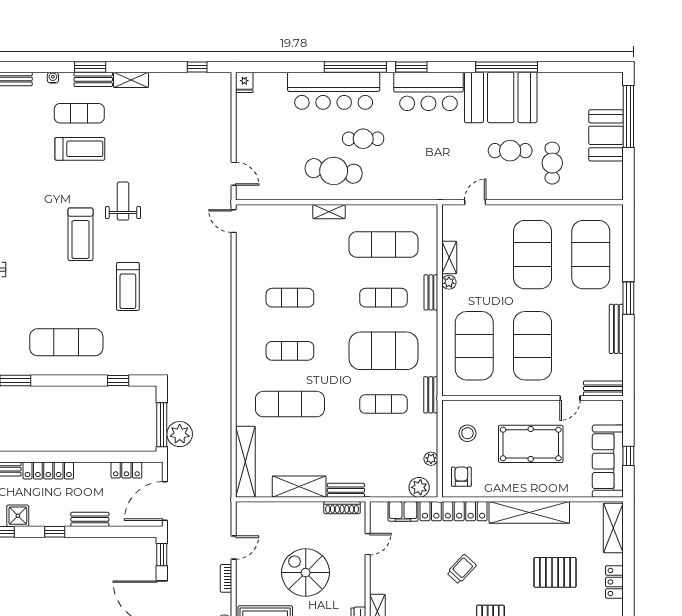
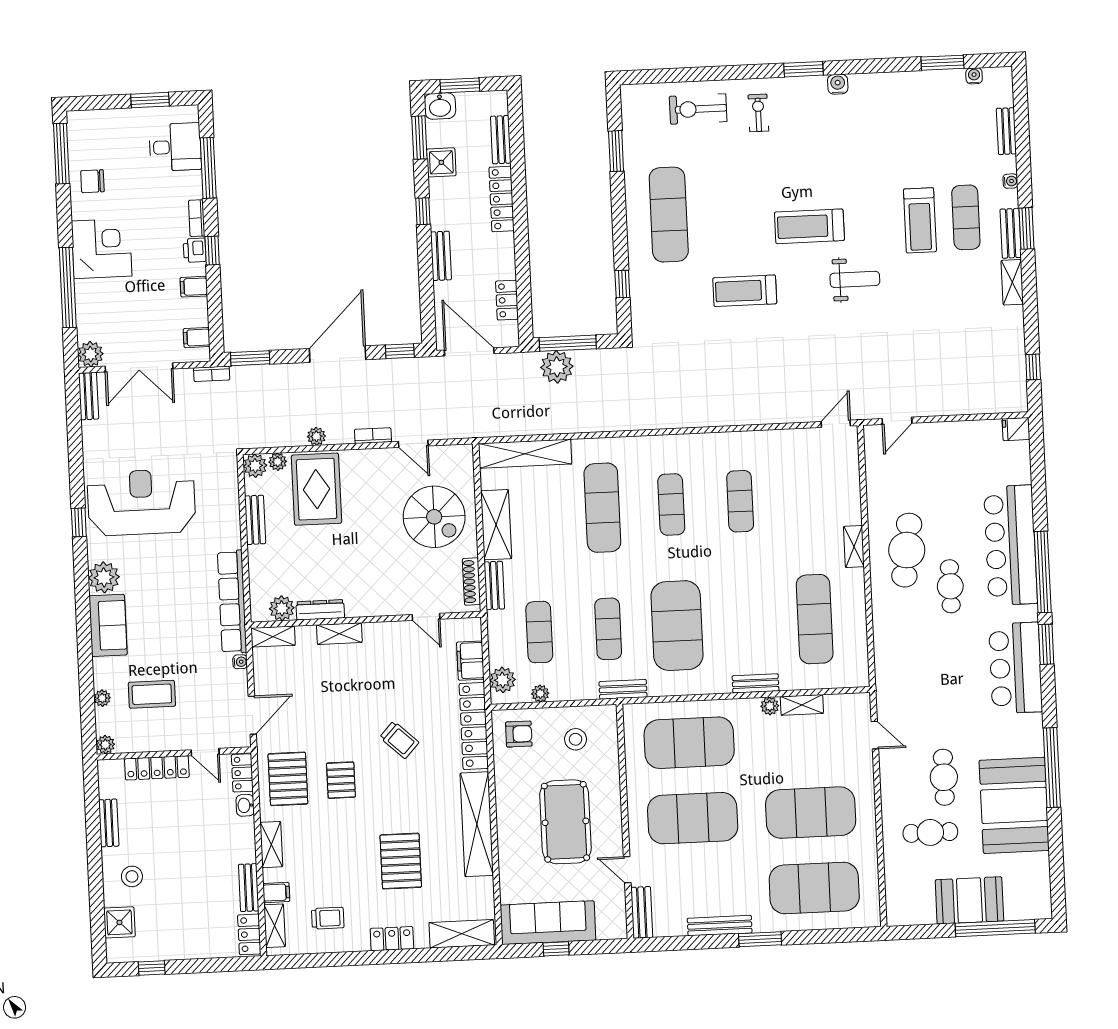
booth: (501, 97) -> (1014, 805), moved
exercise mat: (383, 298) -> (539, 632), moved
spiral stairs: (306, 573) -> (434, 517), moved, turned 90

